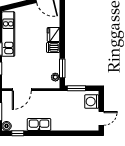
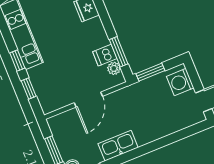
dishwasher: (53, 47) -> (105, 55), moved
door: (22, 90) -> (88, 100), moved

